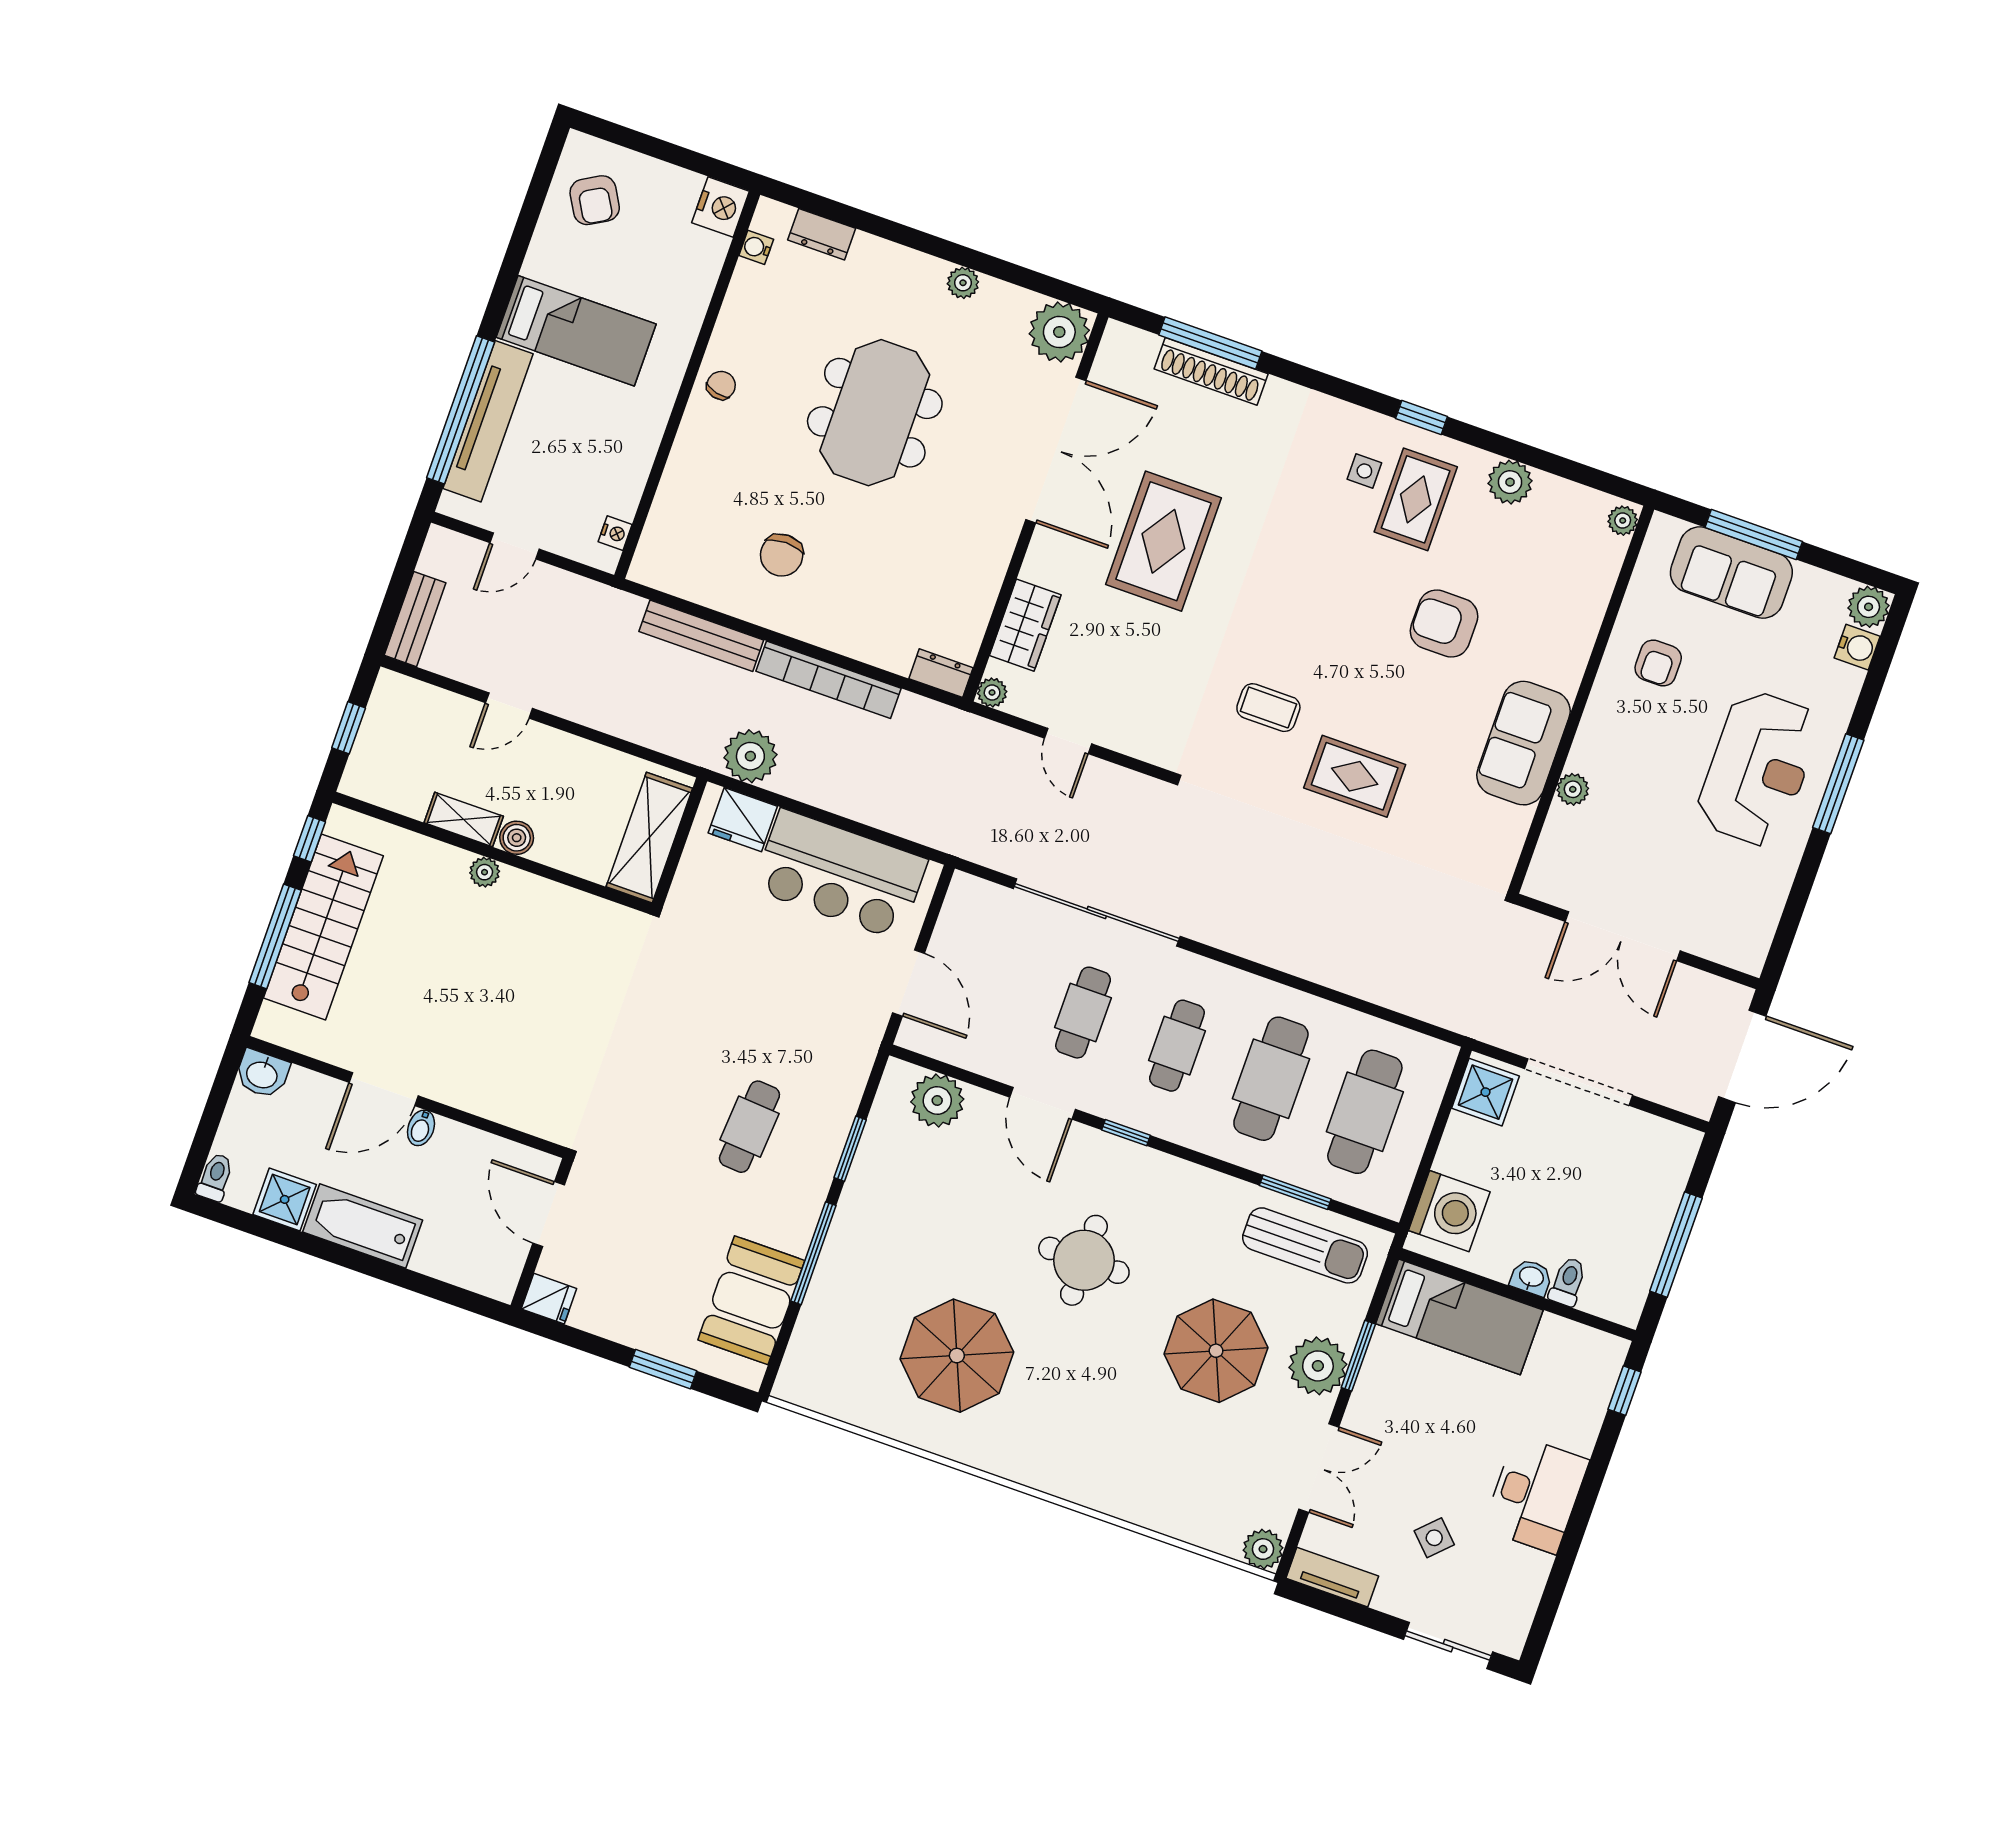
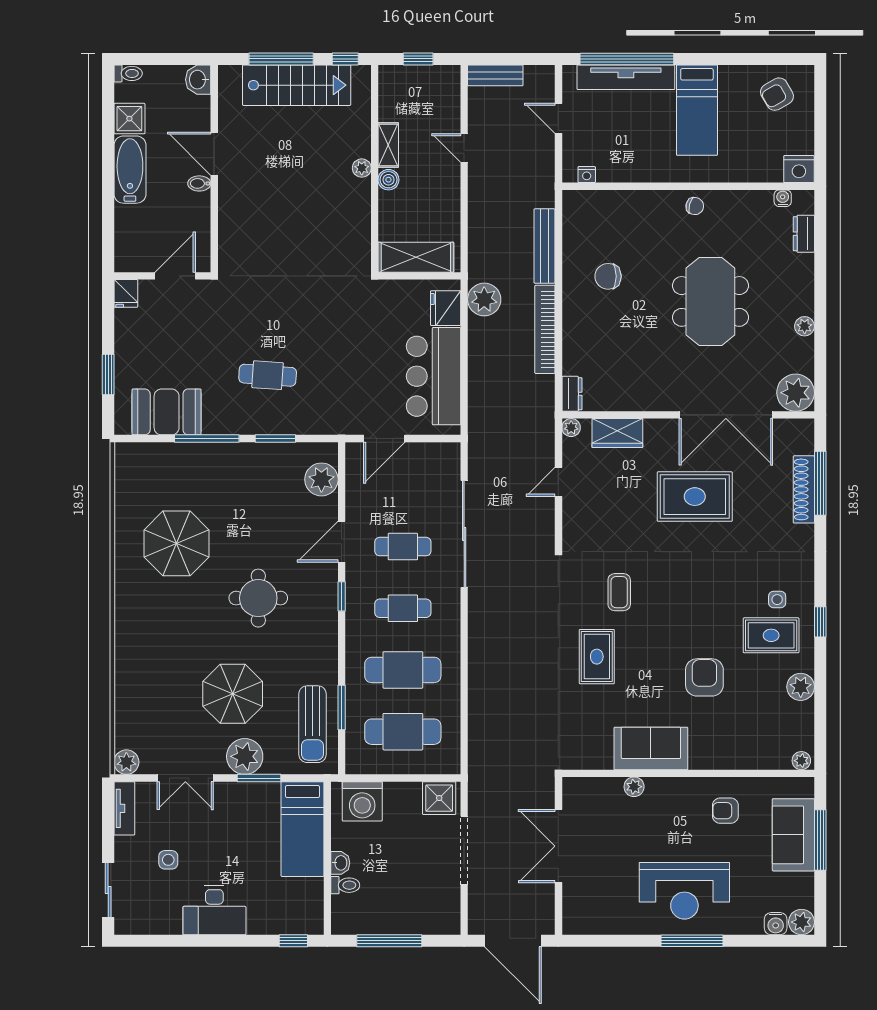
meeting table: (875, 413) -> (710, 301), turned 90
side table: (1434, 1538) -> (168, 860), turned 45

